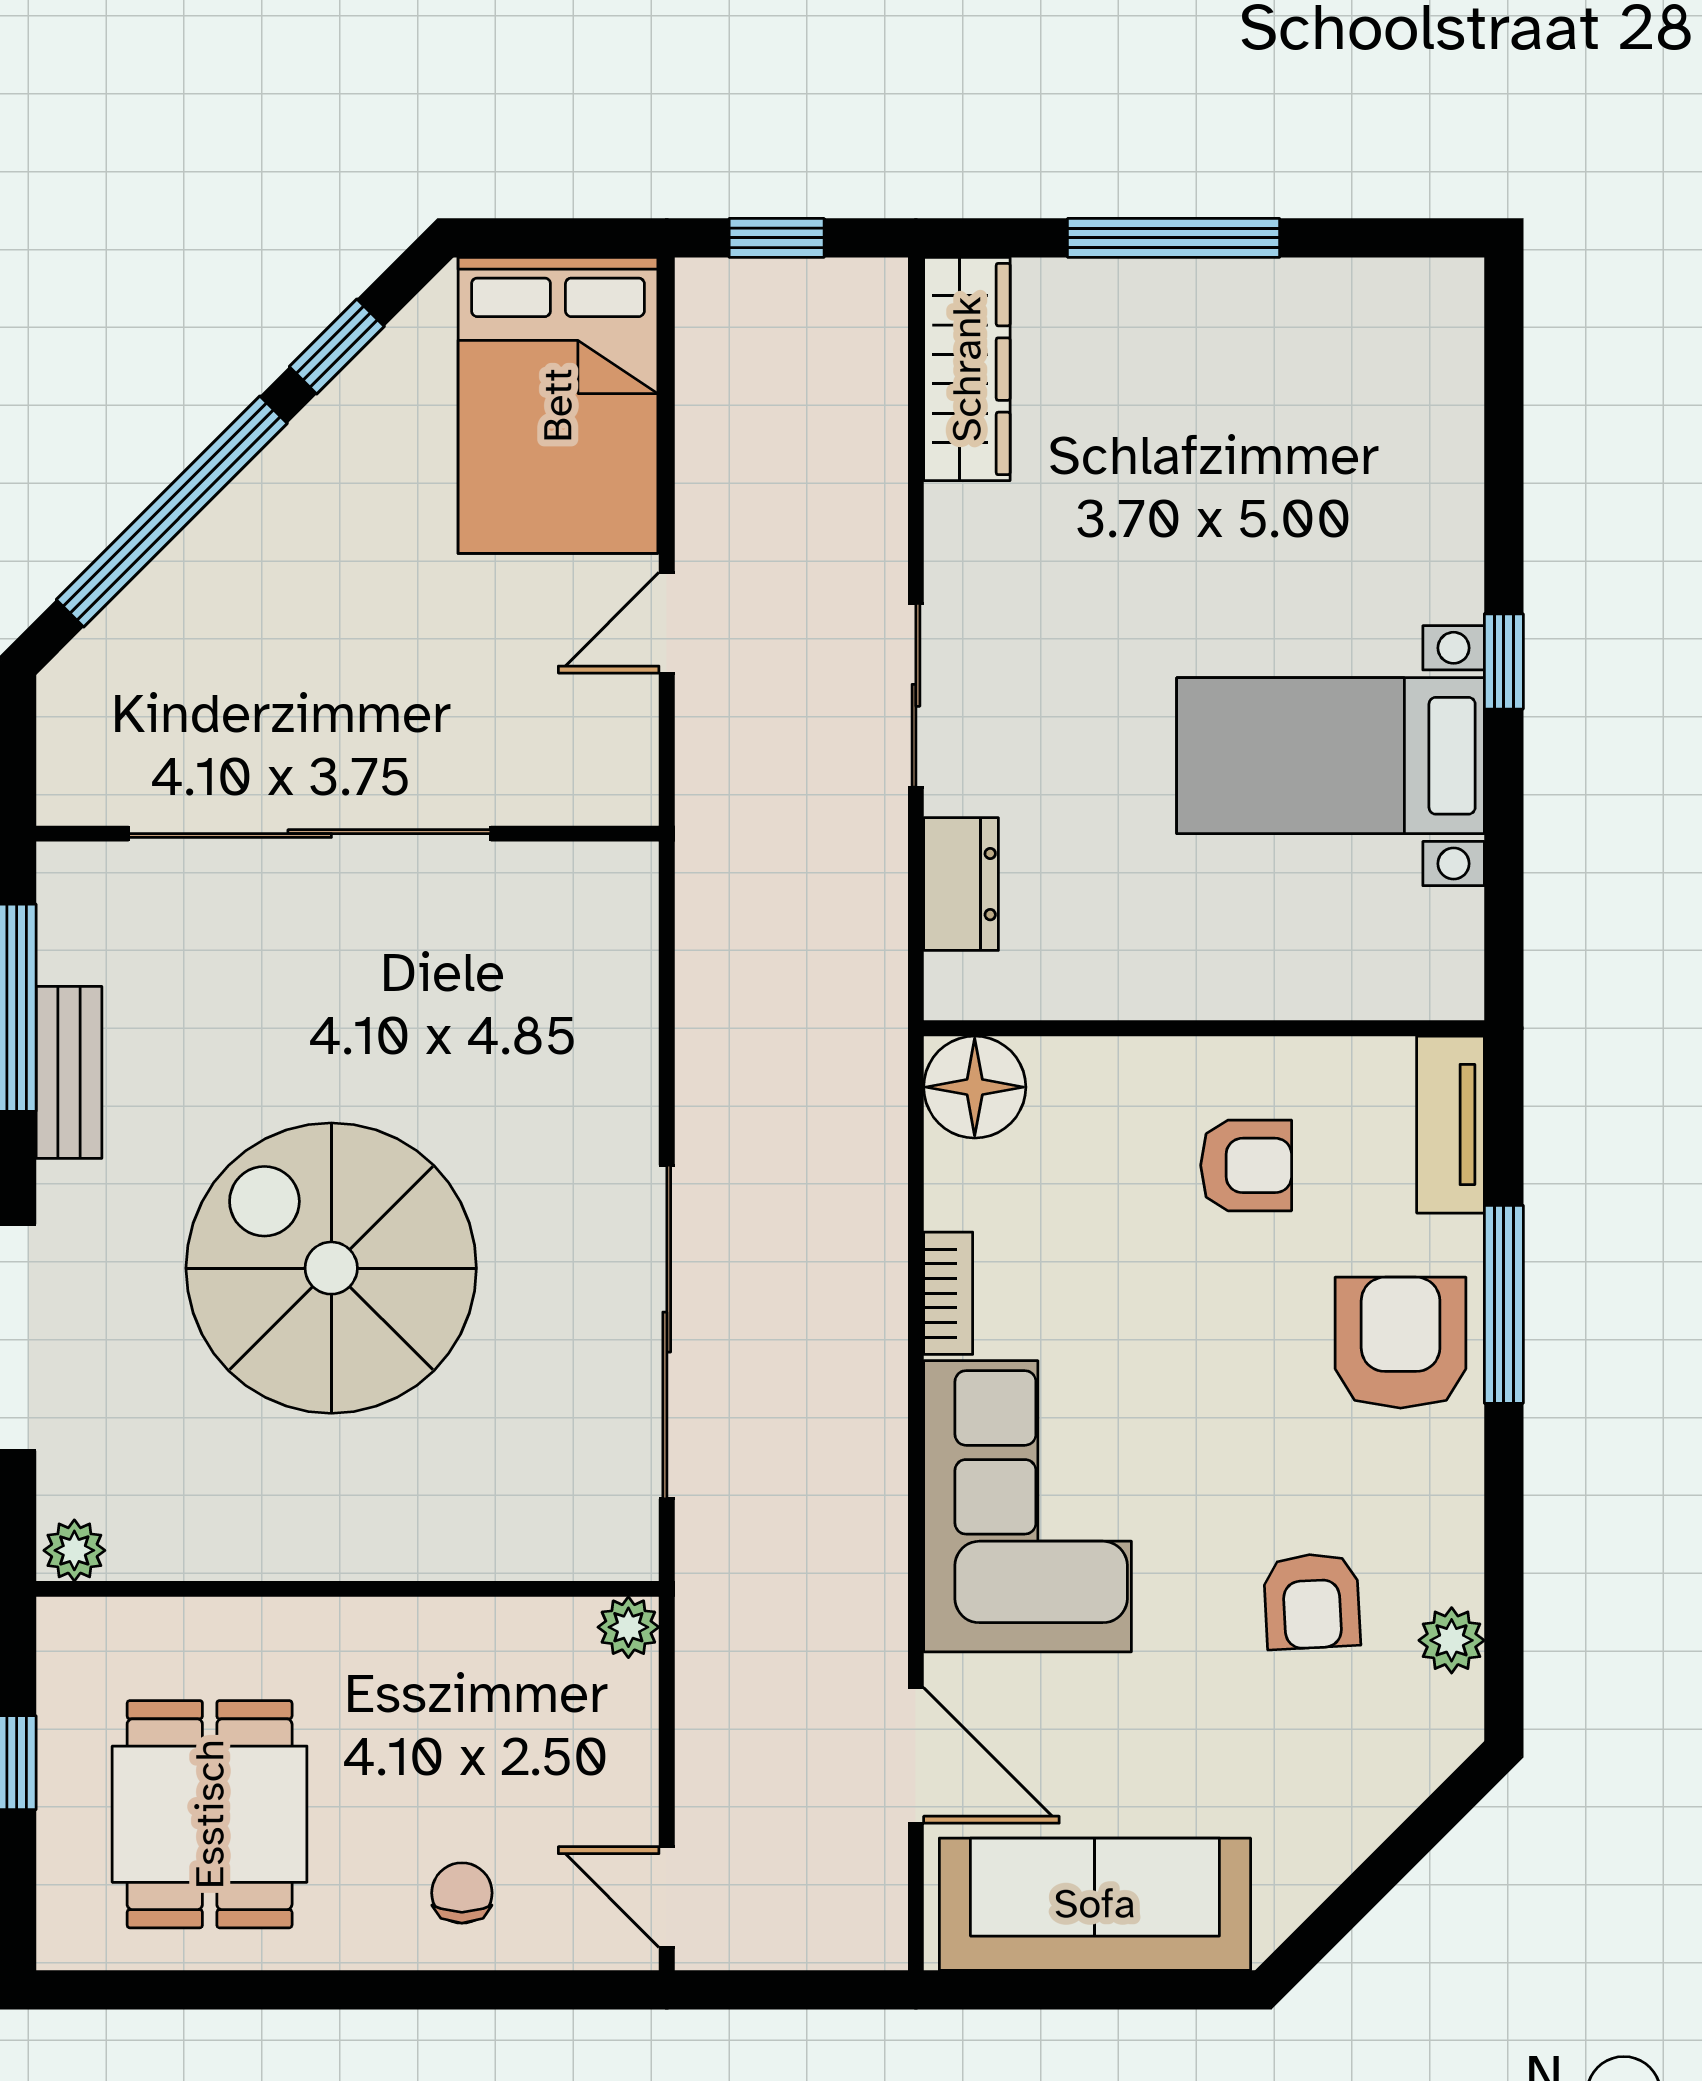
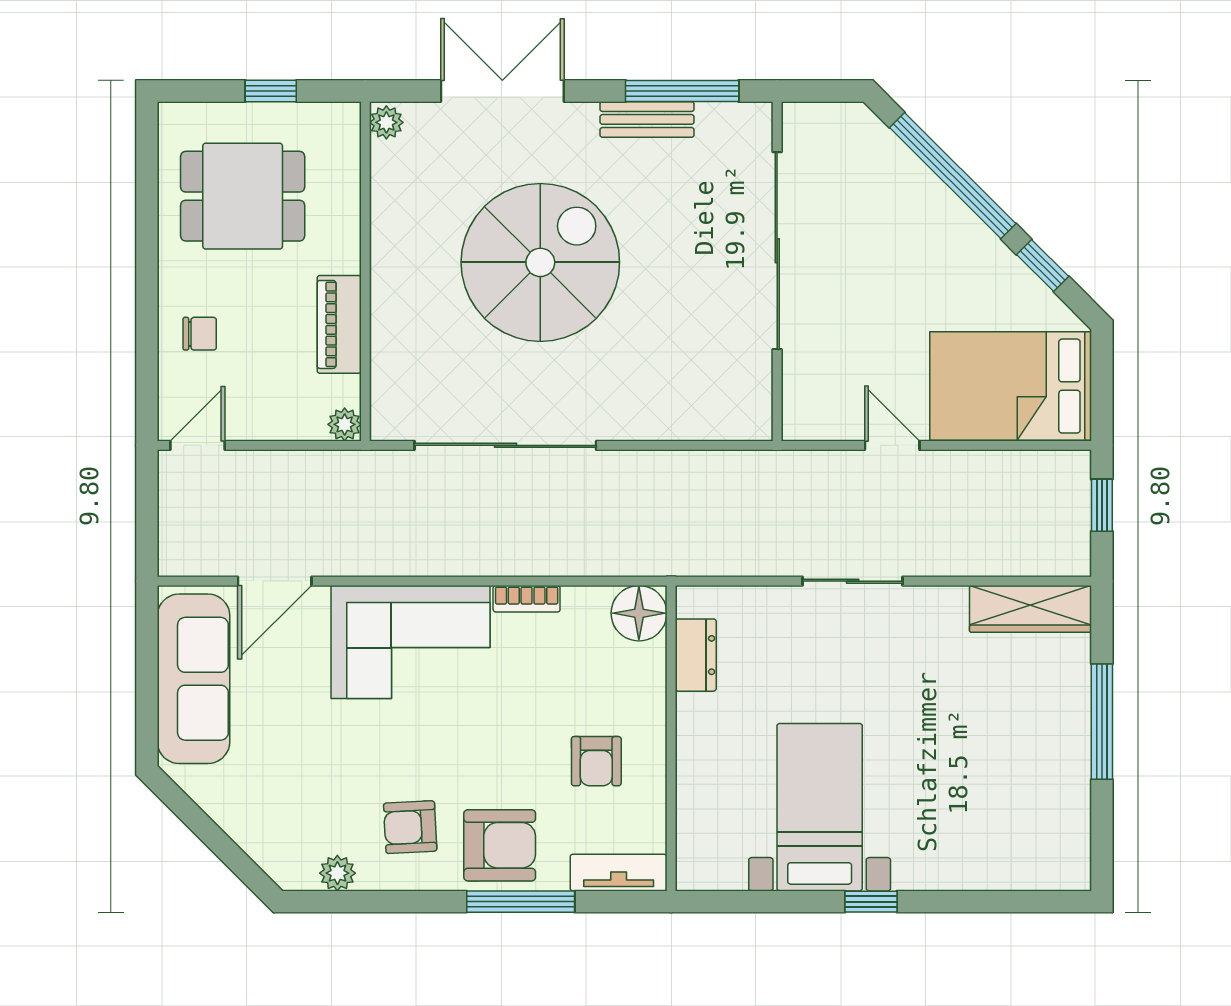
dresser: (961, 884) -> (696, 655), moved, turned -90
armchair: (1312, 1601) -> (410, 827), moved
piano: (445, 1637) -> (339, 324), added

